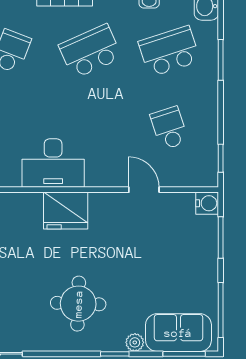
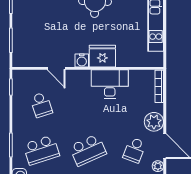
water cooler: (207, 203) -> (82, 60), moved, turned -90

